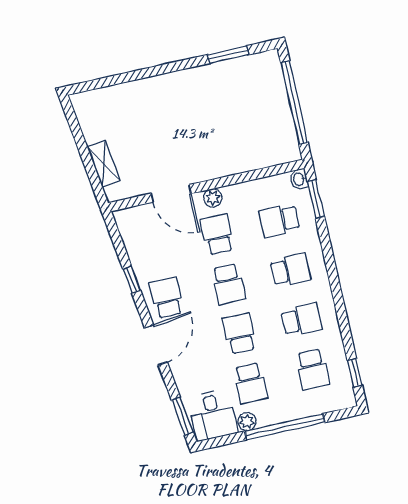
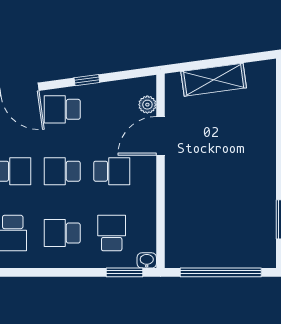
shelving: (104, 164) -> (214, 80), width x1.50, depth x1.33
plant: (213, 198) -> (147, 105), moved
school desk: (290, 270) -> (62, 233), turned 90
school desk: (167, 298) -> (62, 109), turned 180

